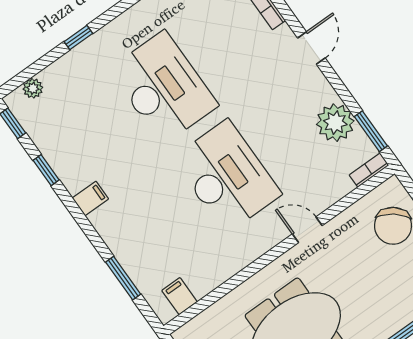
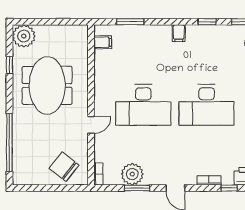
window: (371, 131) -> (137, 188), moved

